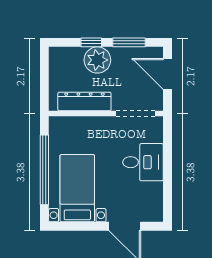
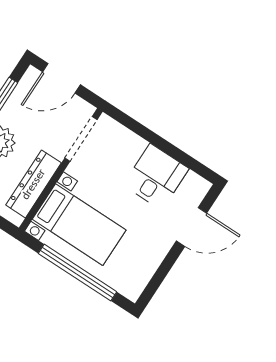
desk: (143, 162) -> (156, 177), moved
bed with nightstands: (77, 188) -> (79, 225), moved, turned 180

